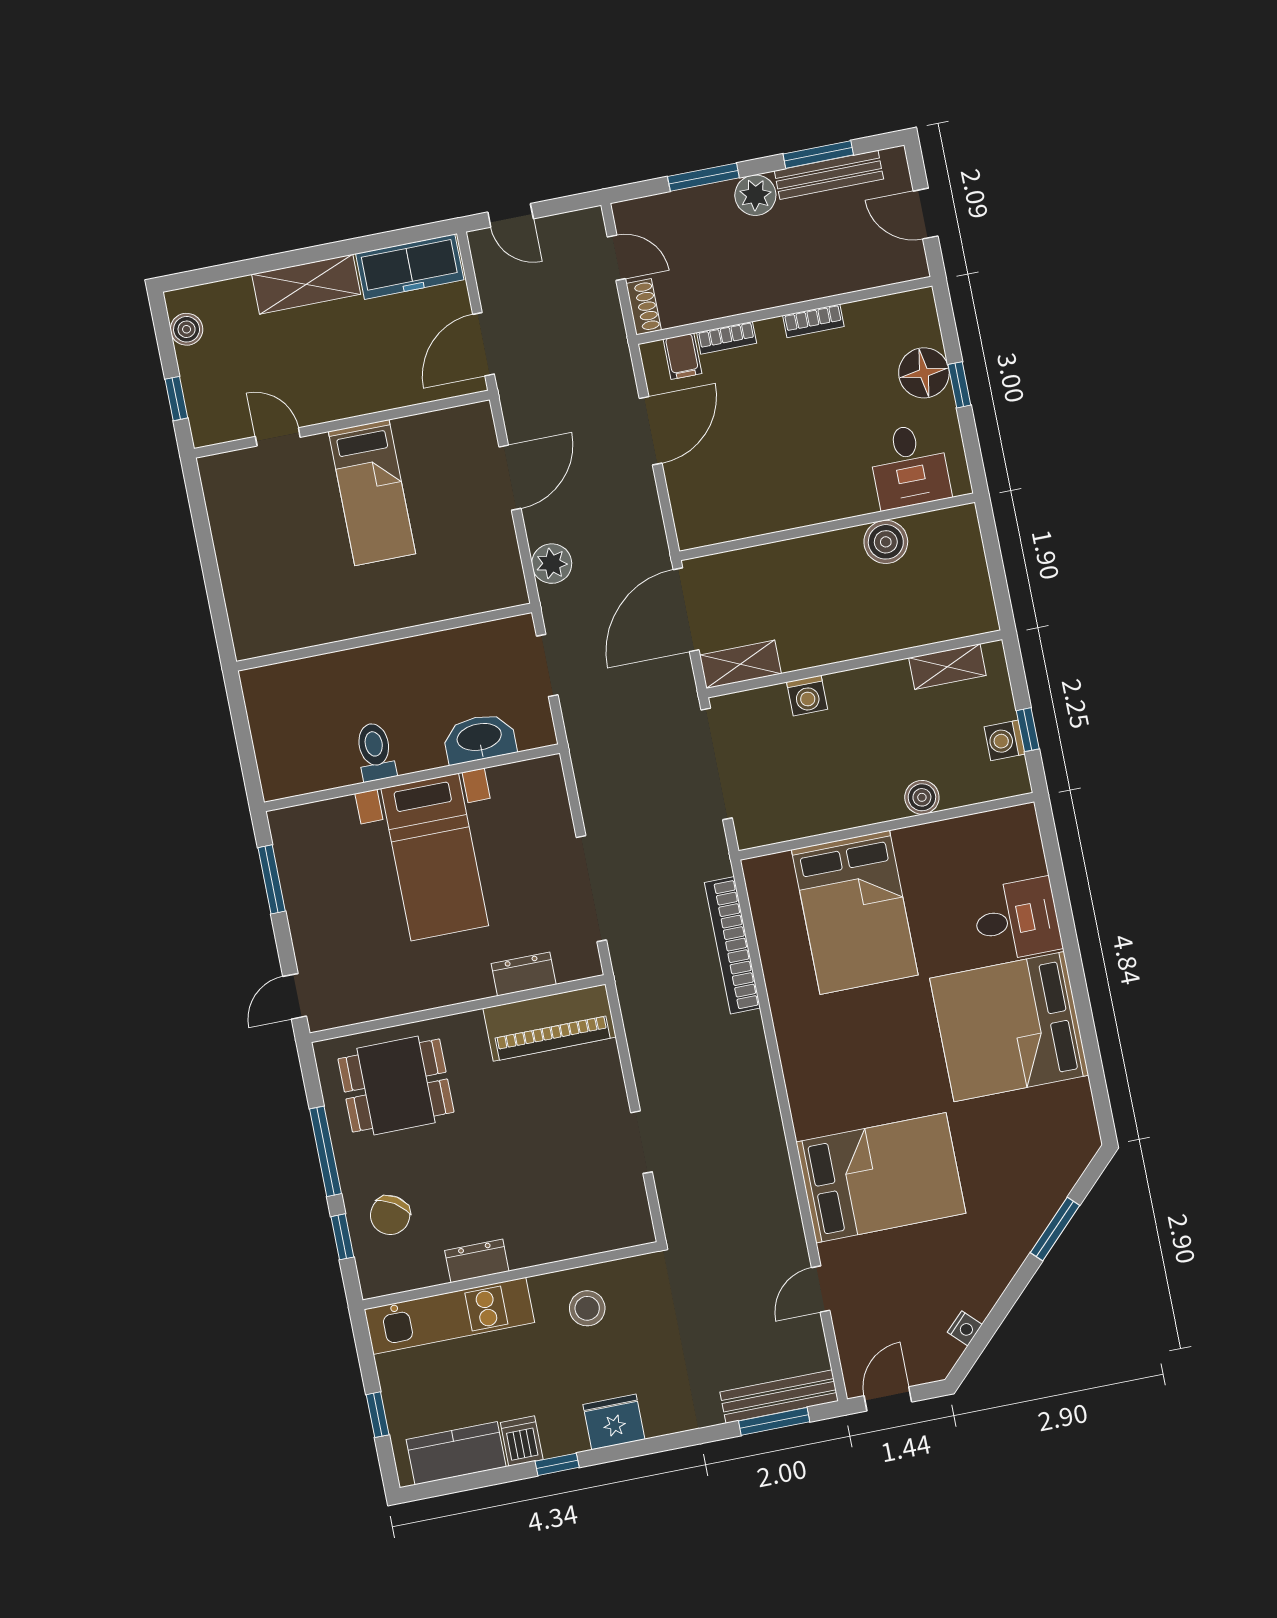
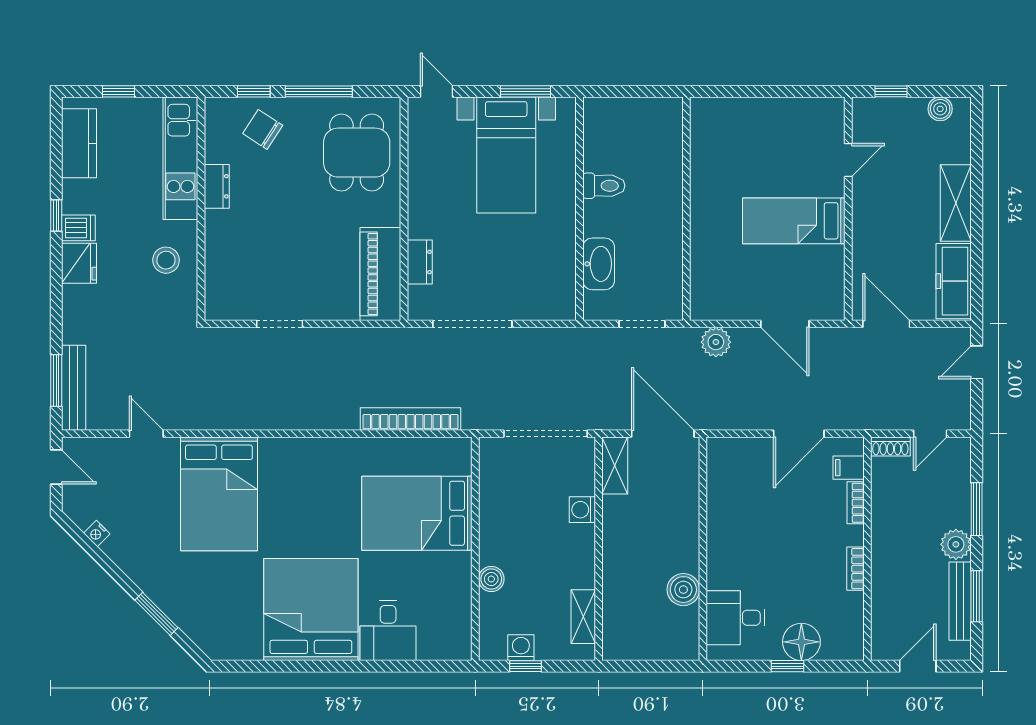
door: (651, 431) -> (799, 434), hinge flipped
bed with nightstands: (435, 857) -> (506, 155), moved, turned -90
dishwasher: (522, 1441) -> (78, 228), moved

